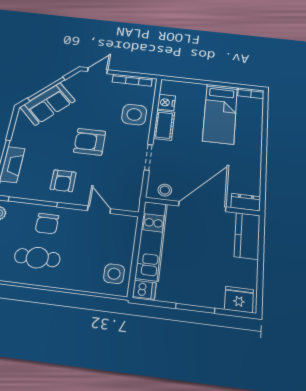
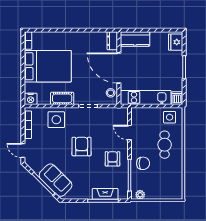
nightstand: (166, 102) -> (31, 99), moved
bed: (220, 114) -> (48, 66), width x1.50
armchair: (90, 142) -> (82, 147), turned 180
armchair: (63, 181) -> (113, 159), turned -90
door: (99, 210) -> (130, 133), hinge flipped
cafe table: (37, 258) -> (165, 145), moved

